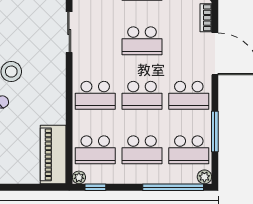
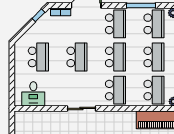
sliding door: (69, 32) -> (81, 108), moved

